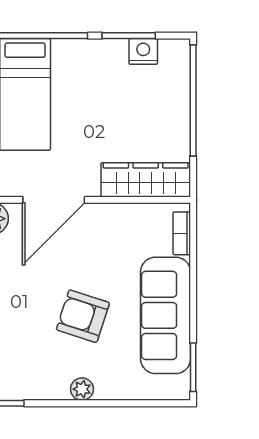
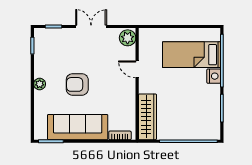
nightstand: (143, 51) -> (214, 76), moved
door: (54, 200) -> (137, 69), width x0.53
armchair: (83, 316) -> (77, 84), turned -108

